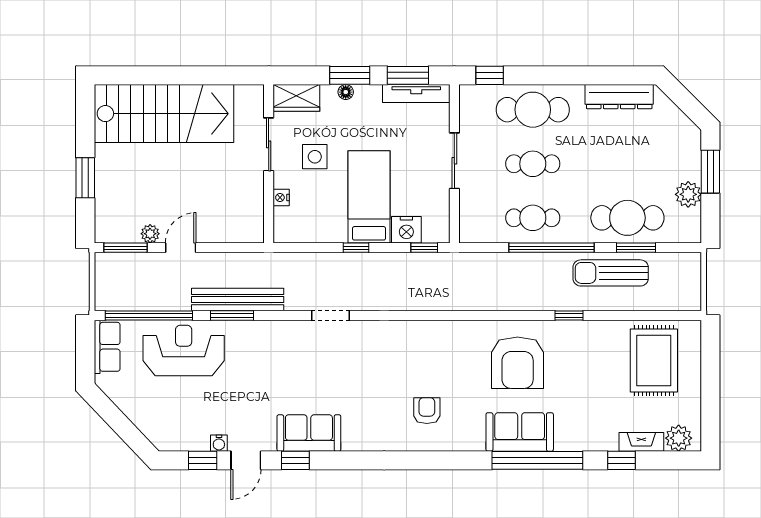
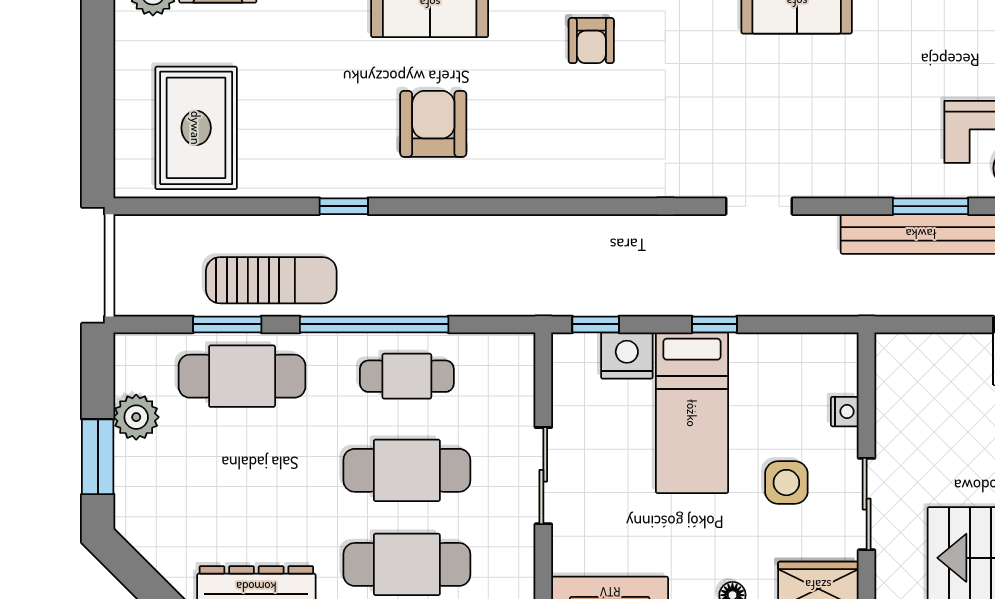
cafe table: (533, 164) -> (407, 470), width x1.37, depth x1.35
armchair: (518, 363) -> (433, 124), width x0.73, depth x0.73

